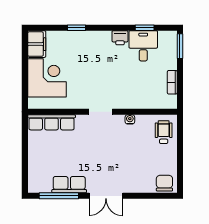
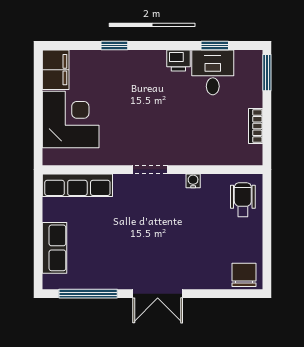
row of seats: (69, 185) -> (55, 248), moved, turned 90

